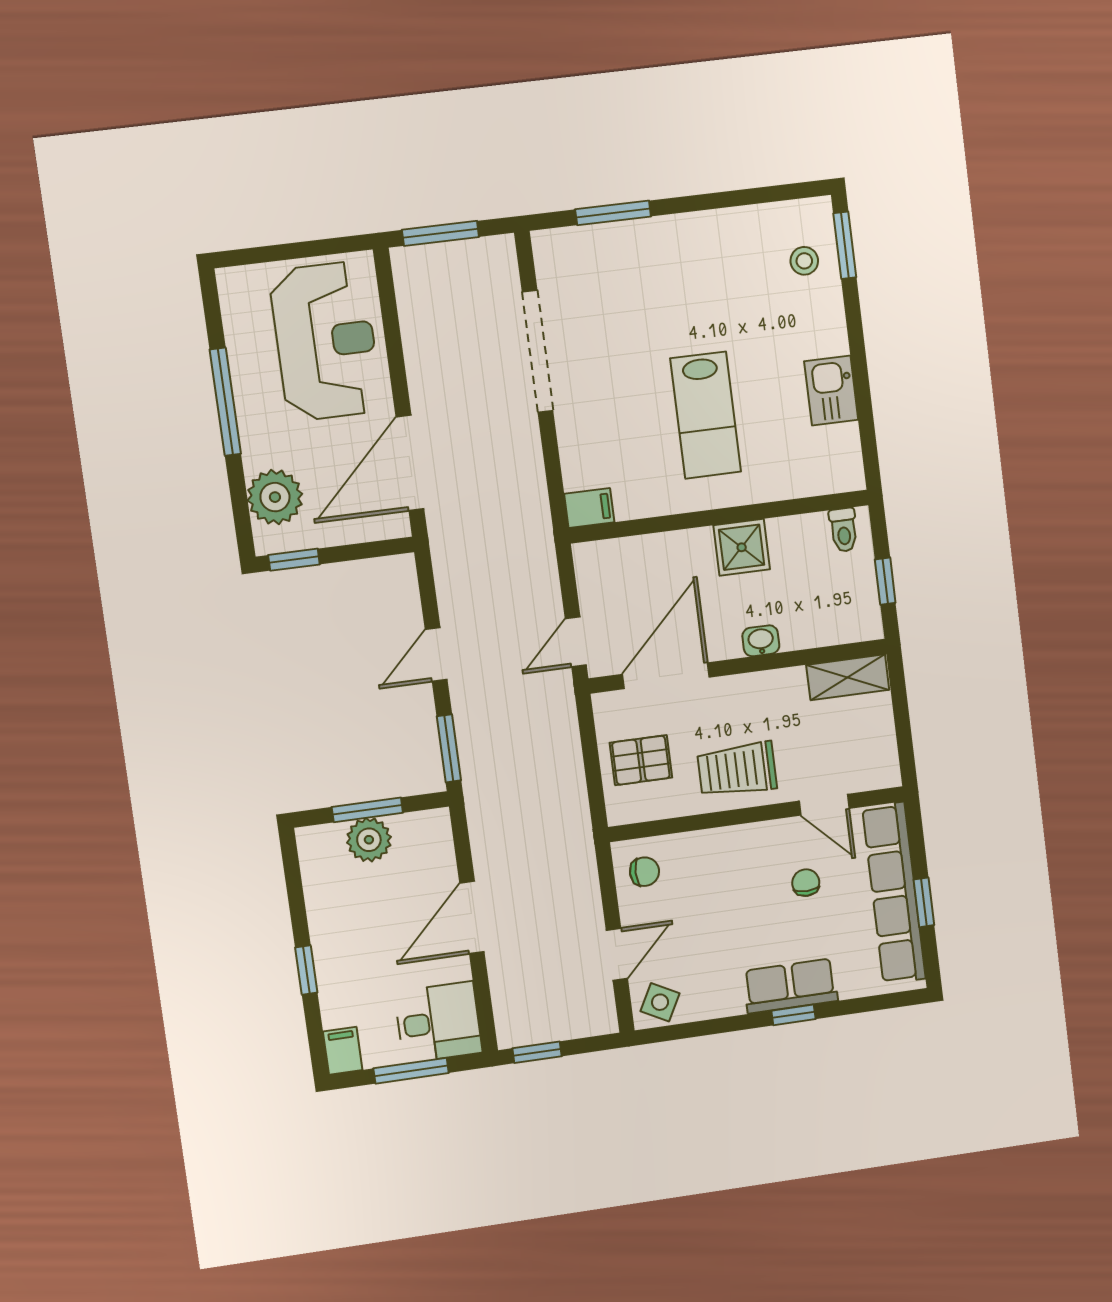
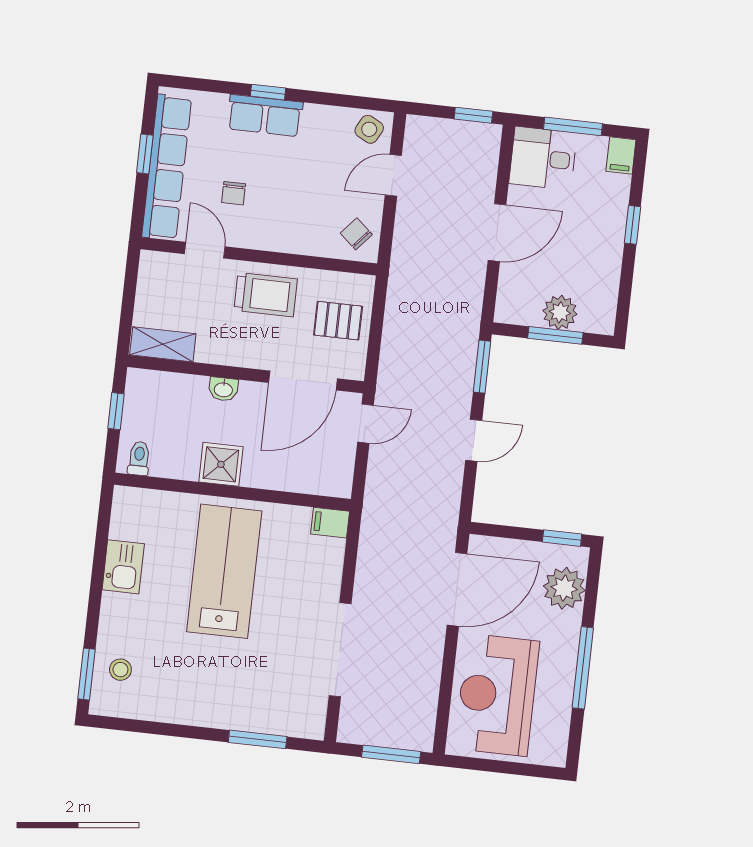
lab bench: (706, 415) -> (224, 571), width x1.36, depth x1.39
chair: (645, 872) -> (356, 234), turned 41

